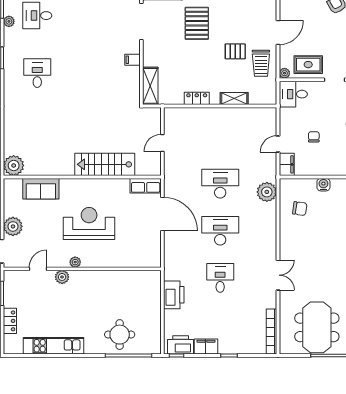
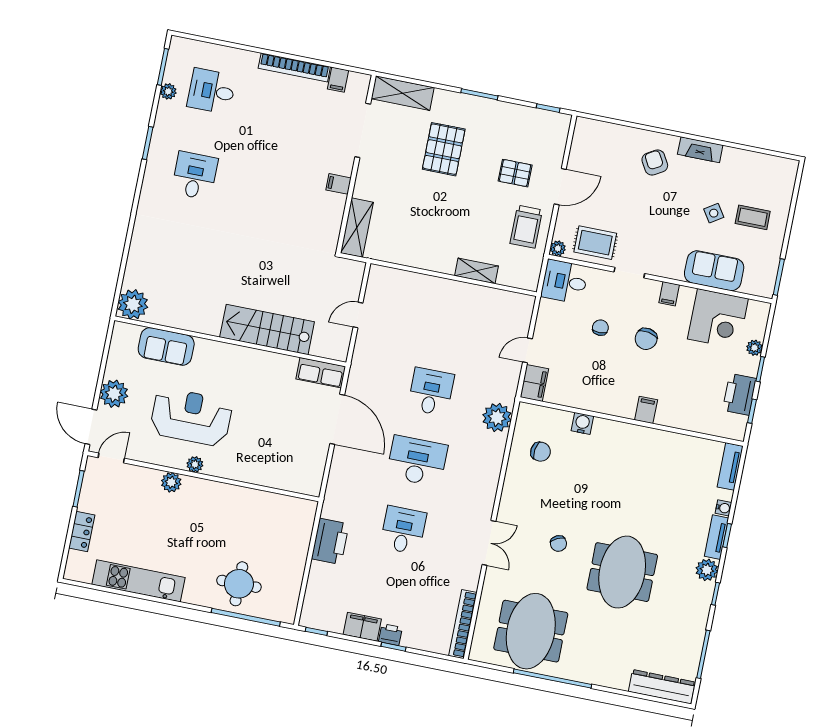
pallet: (235, 51) -> (515, 173), moved
locker: (197, 98) -> (422, 260), removed
chair: (314, 137) -> (600, 328), moved
desk: (220, 184) -> (431, 392), width x0.73
reception desk: (89, 224) -> (191, 417), moved
chair: (324, 266) -> (558, 544), added
door: (38, 269) -> (111, 458), moved
printer: (181, 345) -> (390, 635), moved, width x0.53, depth x0.68

